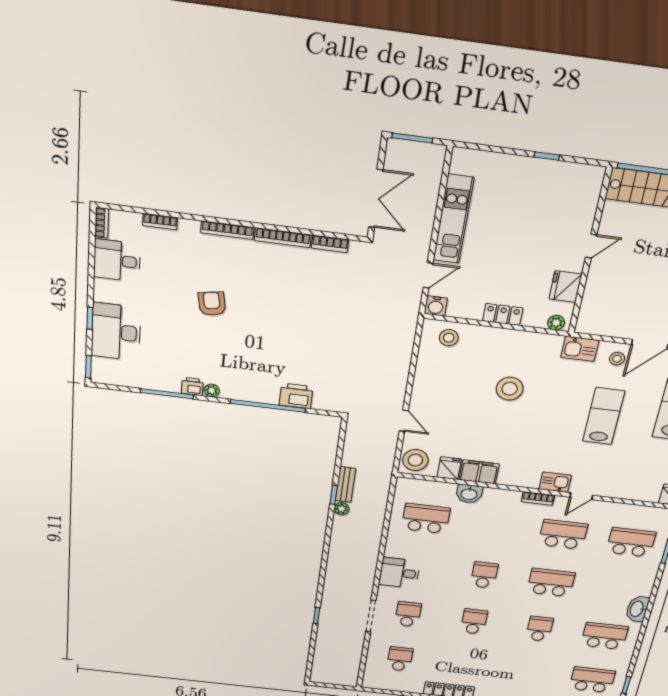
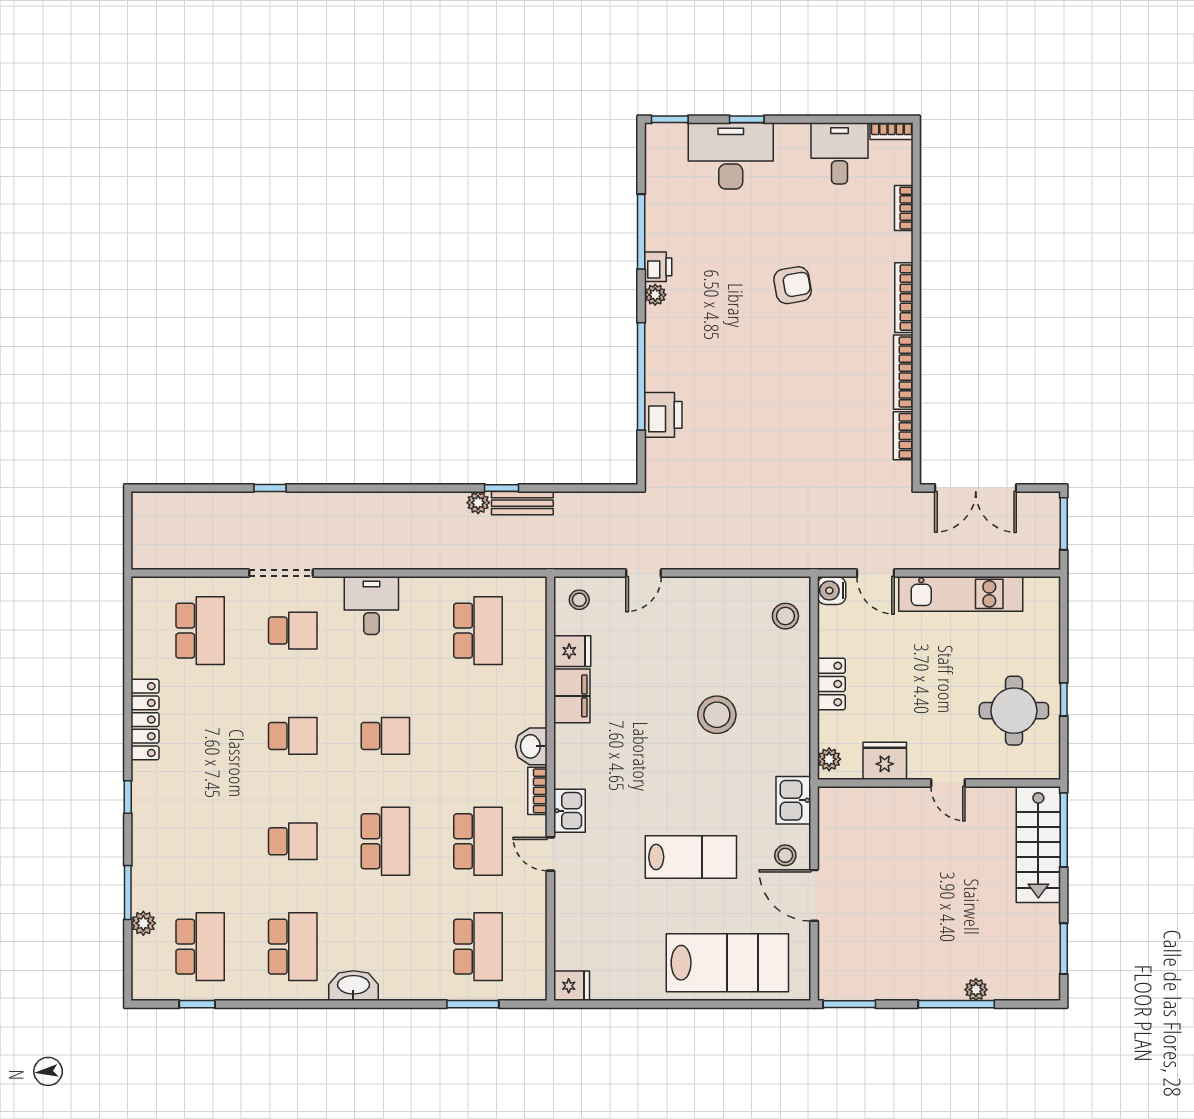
round table: (548, 193) -> (1014, 711), added
stool: (415, 460) -> (579, 600), width x0.53, depth x0.53
washbasin: (469, 494) -> (531, 746), moved
school desk: (400, 659) -> (200, 631), width x1.85

